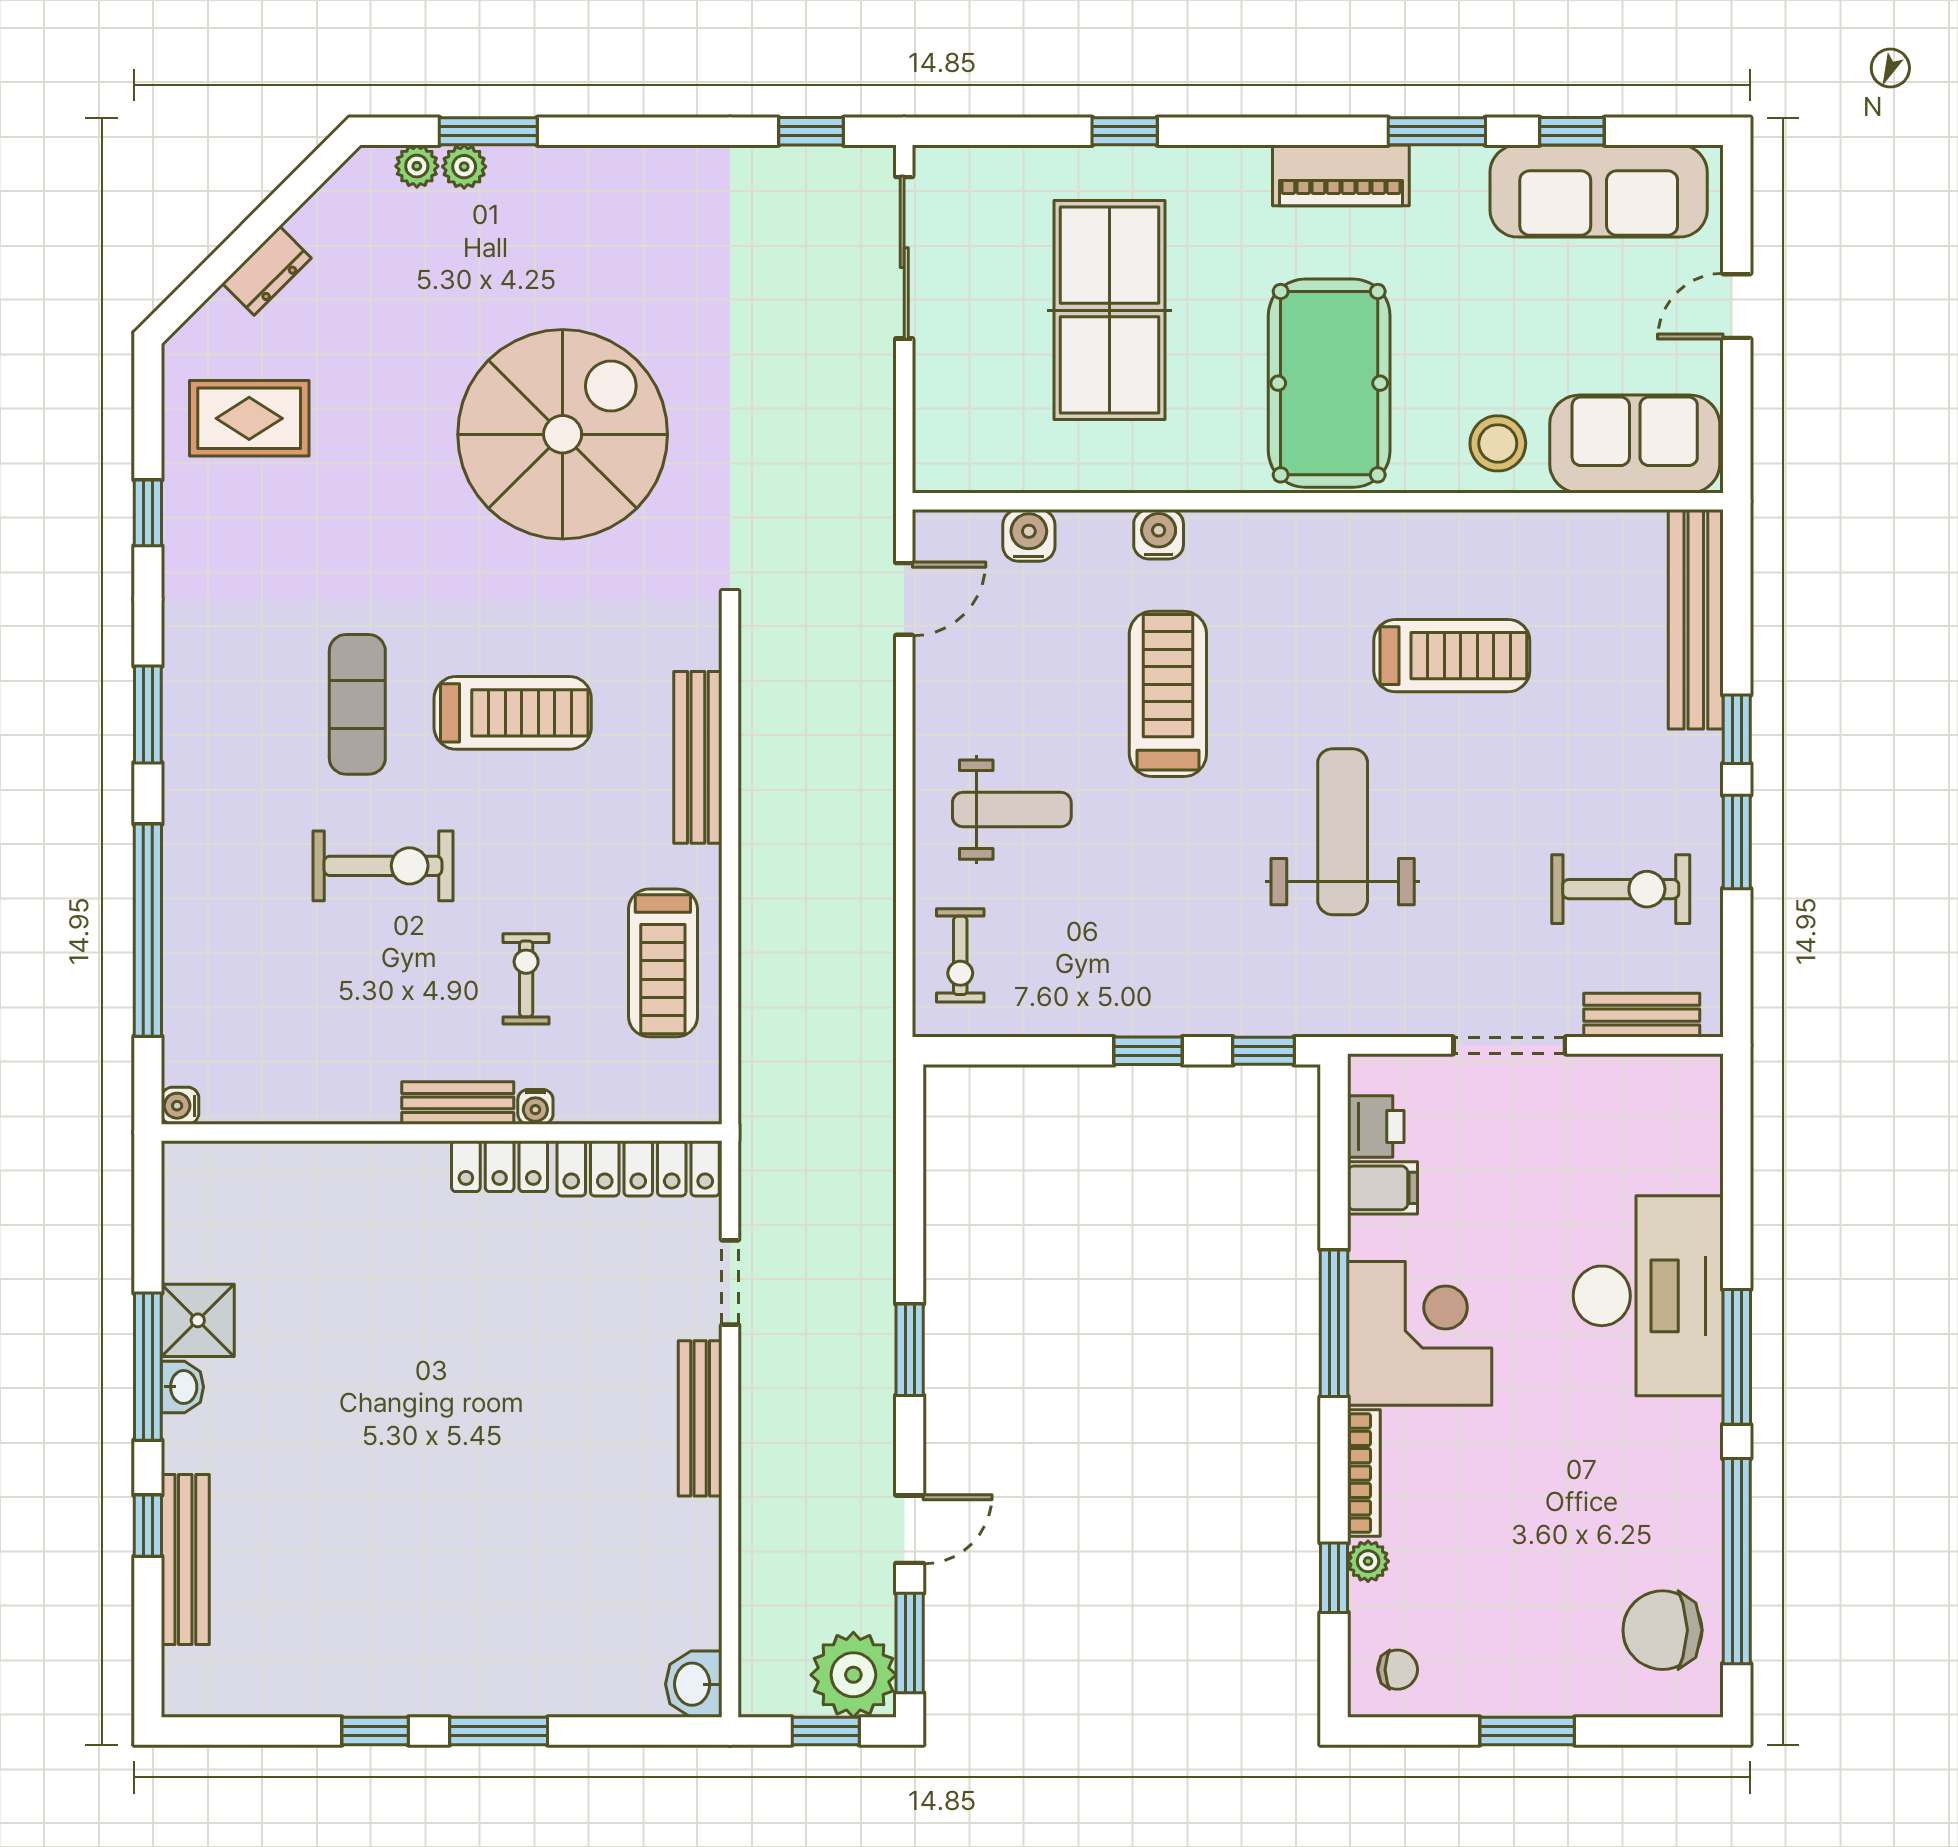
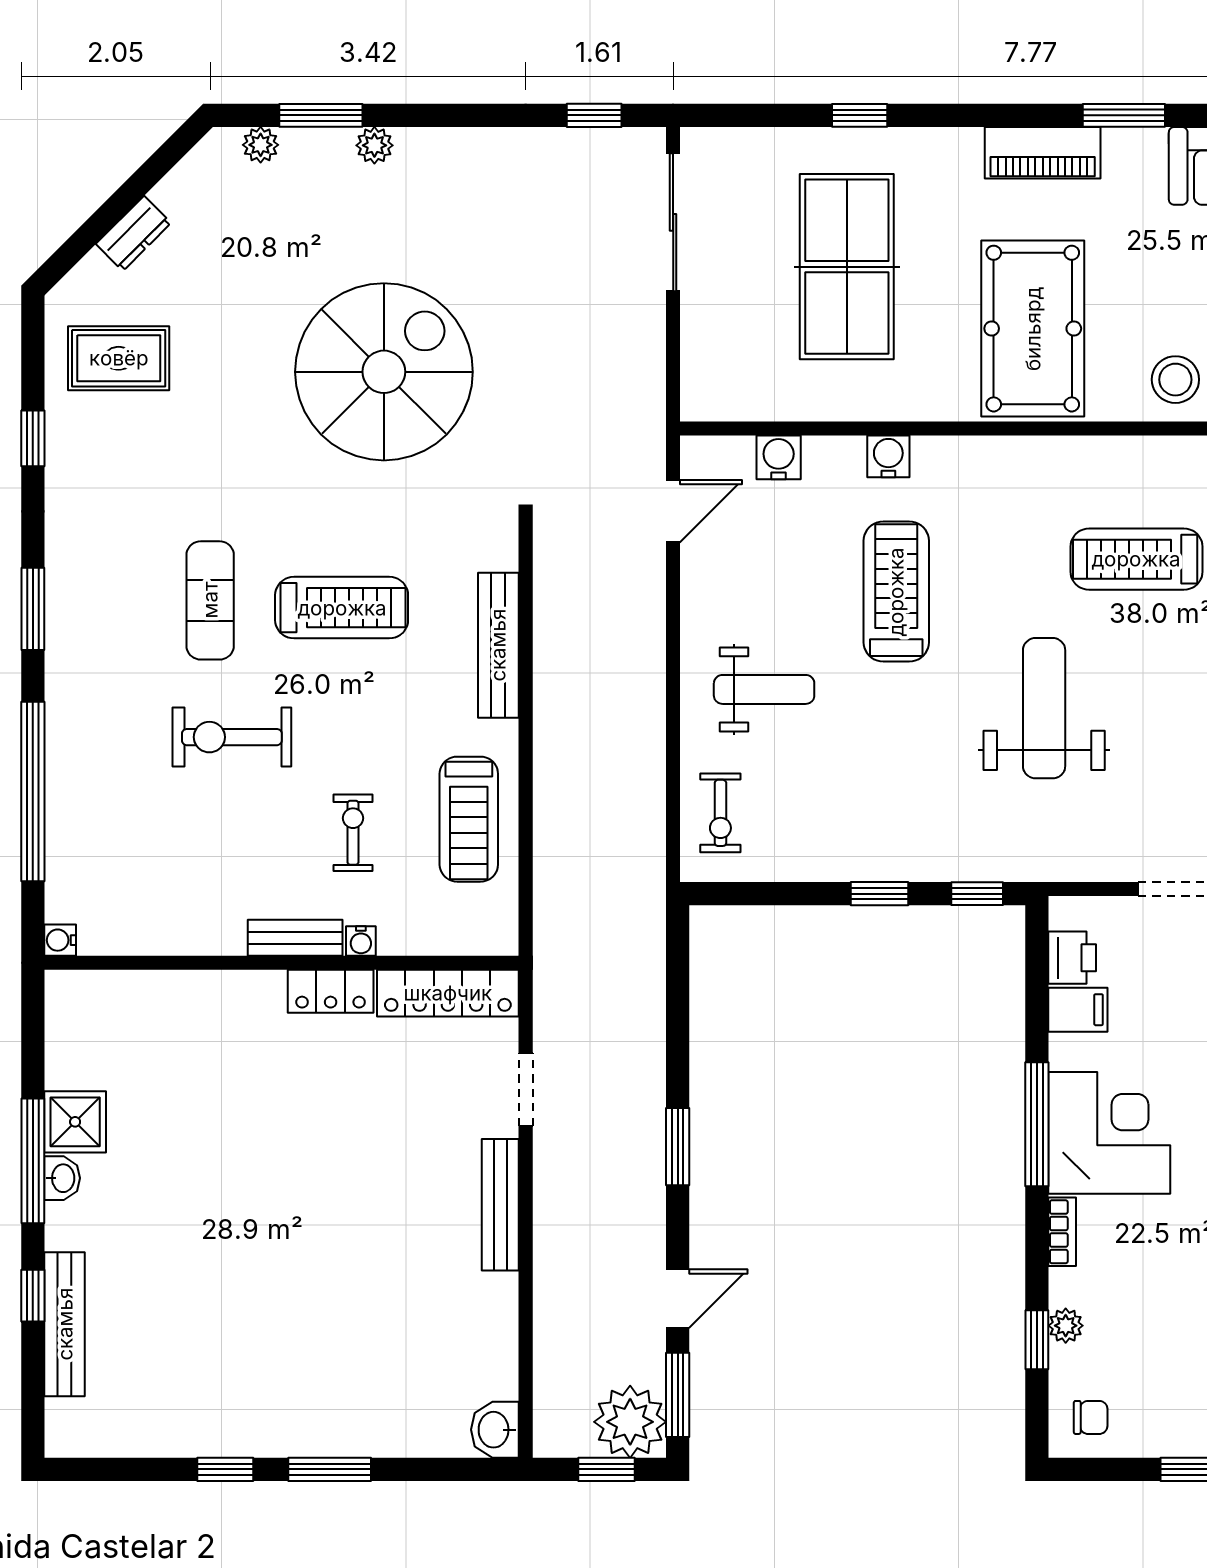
plant: (464, 167) -> (374, 145), moved
treadmill: (1452, 656) -> (1136, 559), turned 180
exercise bike: (383, 866) -> (232, 737), turned 180
bookcase: (1364, 1473) -> (1062, 1232), width x0.64

